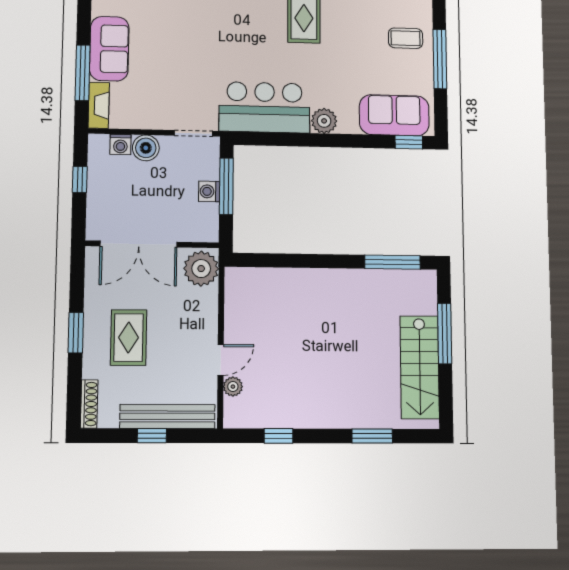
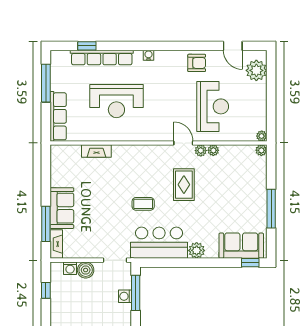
coffee table: (406, 38) -> (143, 204), moved

